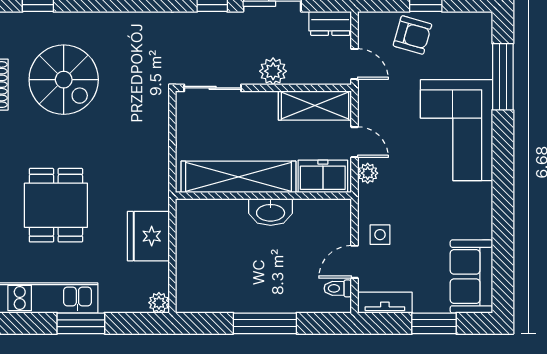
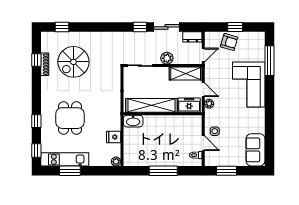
door: (355, 64) -> (203, 55), hinge flipped
spiral stairs: (64, 80) -> (73, 62), turned 90
washbasin: (271, 212) -> (133, 121), moved
fridge: (148, 236) -> (114, 137), width x0.53, depth x0.75
door: (355, 262) -> (203, 143), swing flipped
tv unit: (385, 303) -> (217, 162), removed
window: (81, 323) -> (70, 171), moved
window: (434, 323) -> (227, 171), moved

